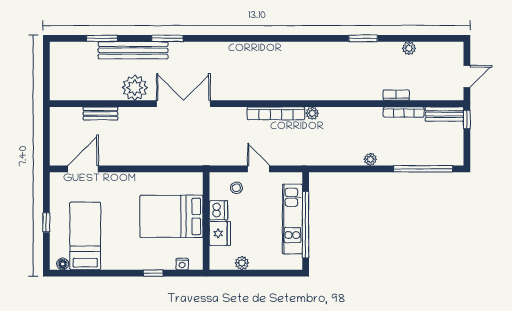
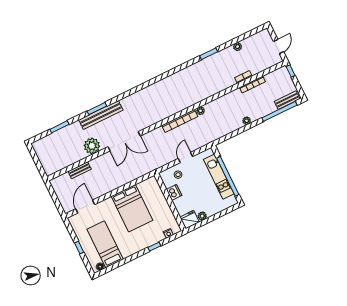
bench: (133, 50) -> (101, 115), moved
double door: (183, 104) -> (124, 141), swing flipped
bench: (444, 114) -> (287, 100), moved
door: (259, 169) -> (185, 157), hinge flipped
bed: (171, 216) -> (132, 208), moved, turned -90
fridge: (220, 233) -> (190, 220), moved, turned -90

